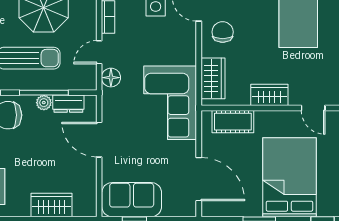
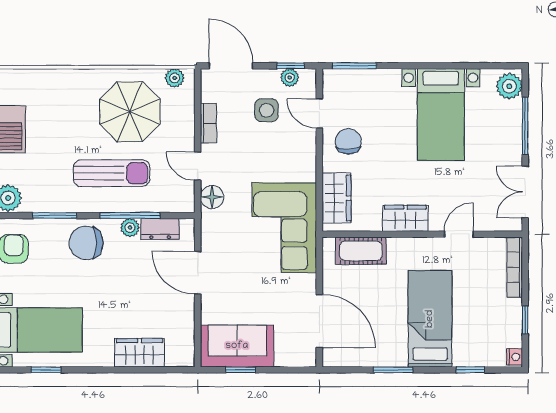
door: (99, 52) -> (198, 166), hinge flipped
door: (313, 108) -> (459, 234), swing flipped
bed: (289, 177) -> (430, 319), width x0.67

